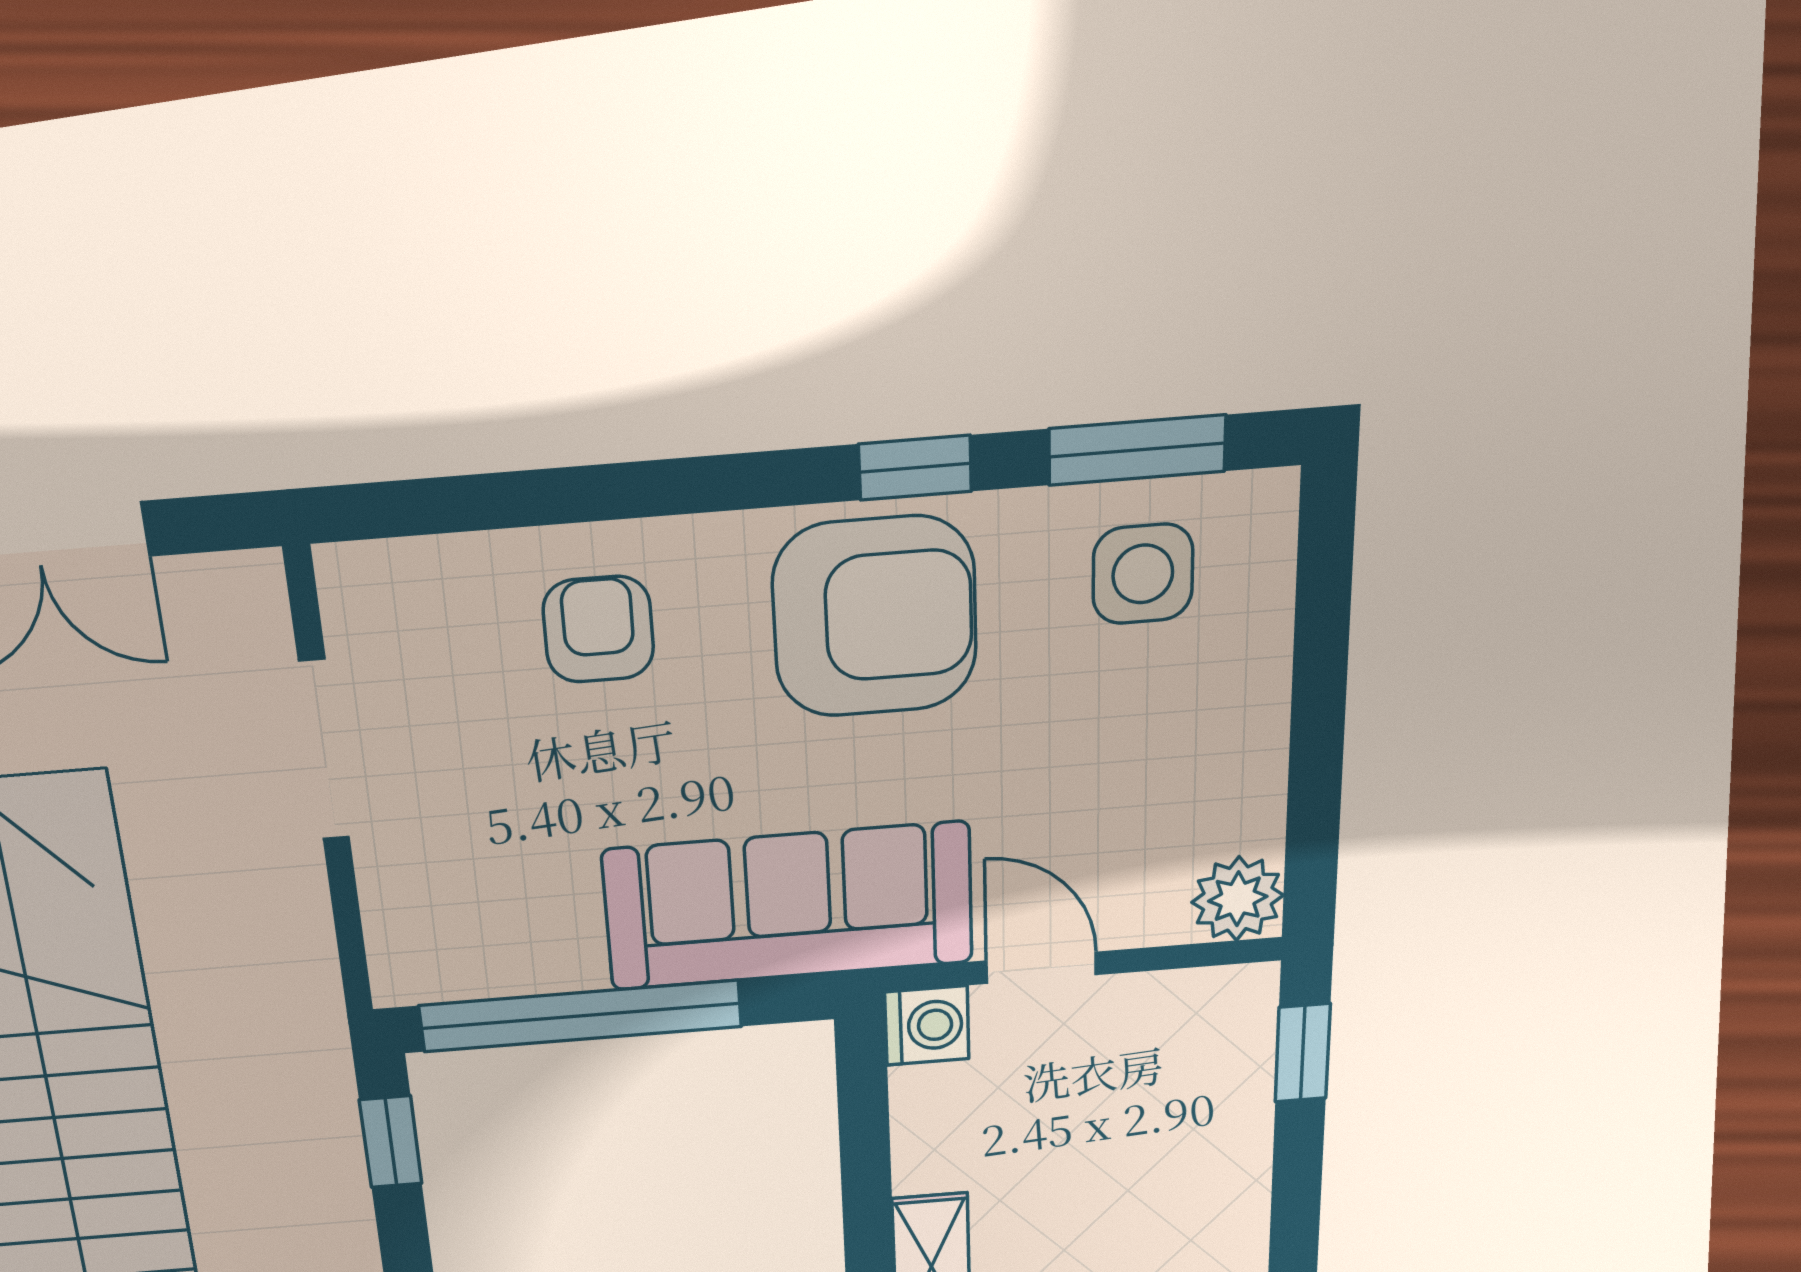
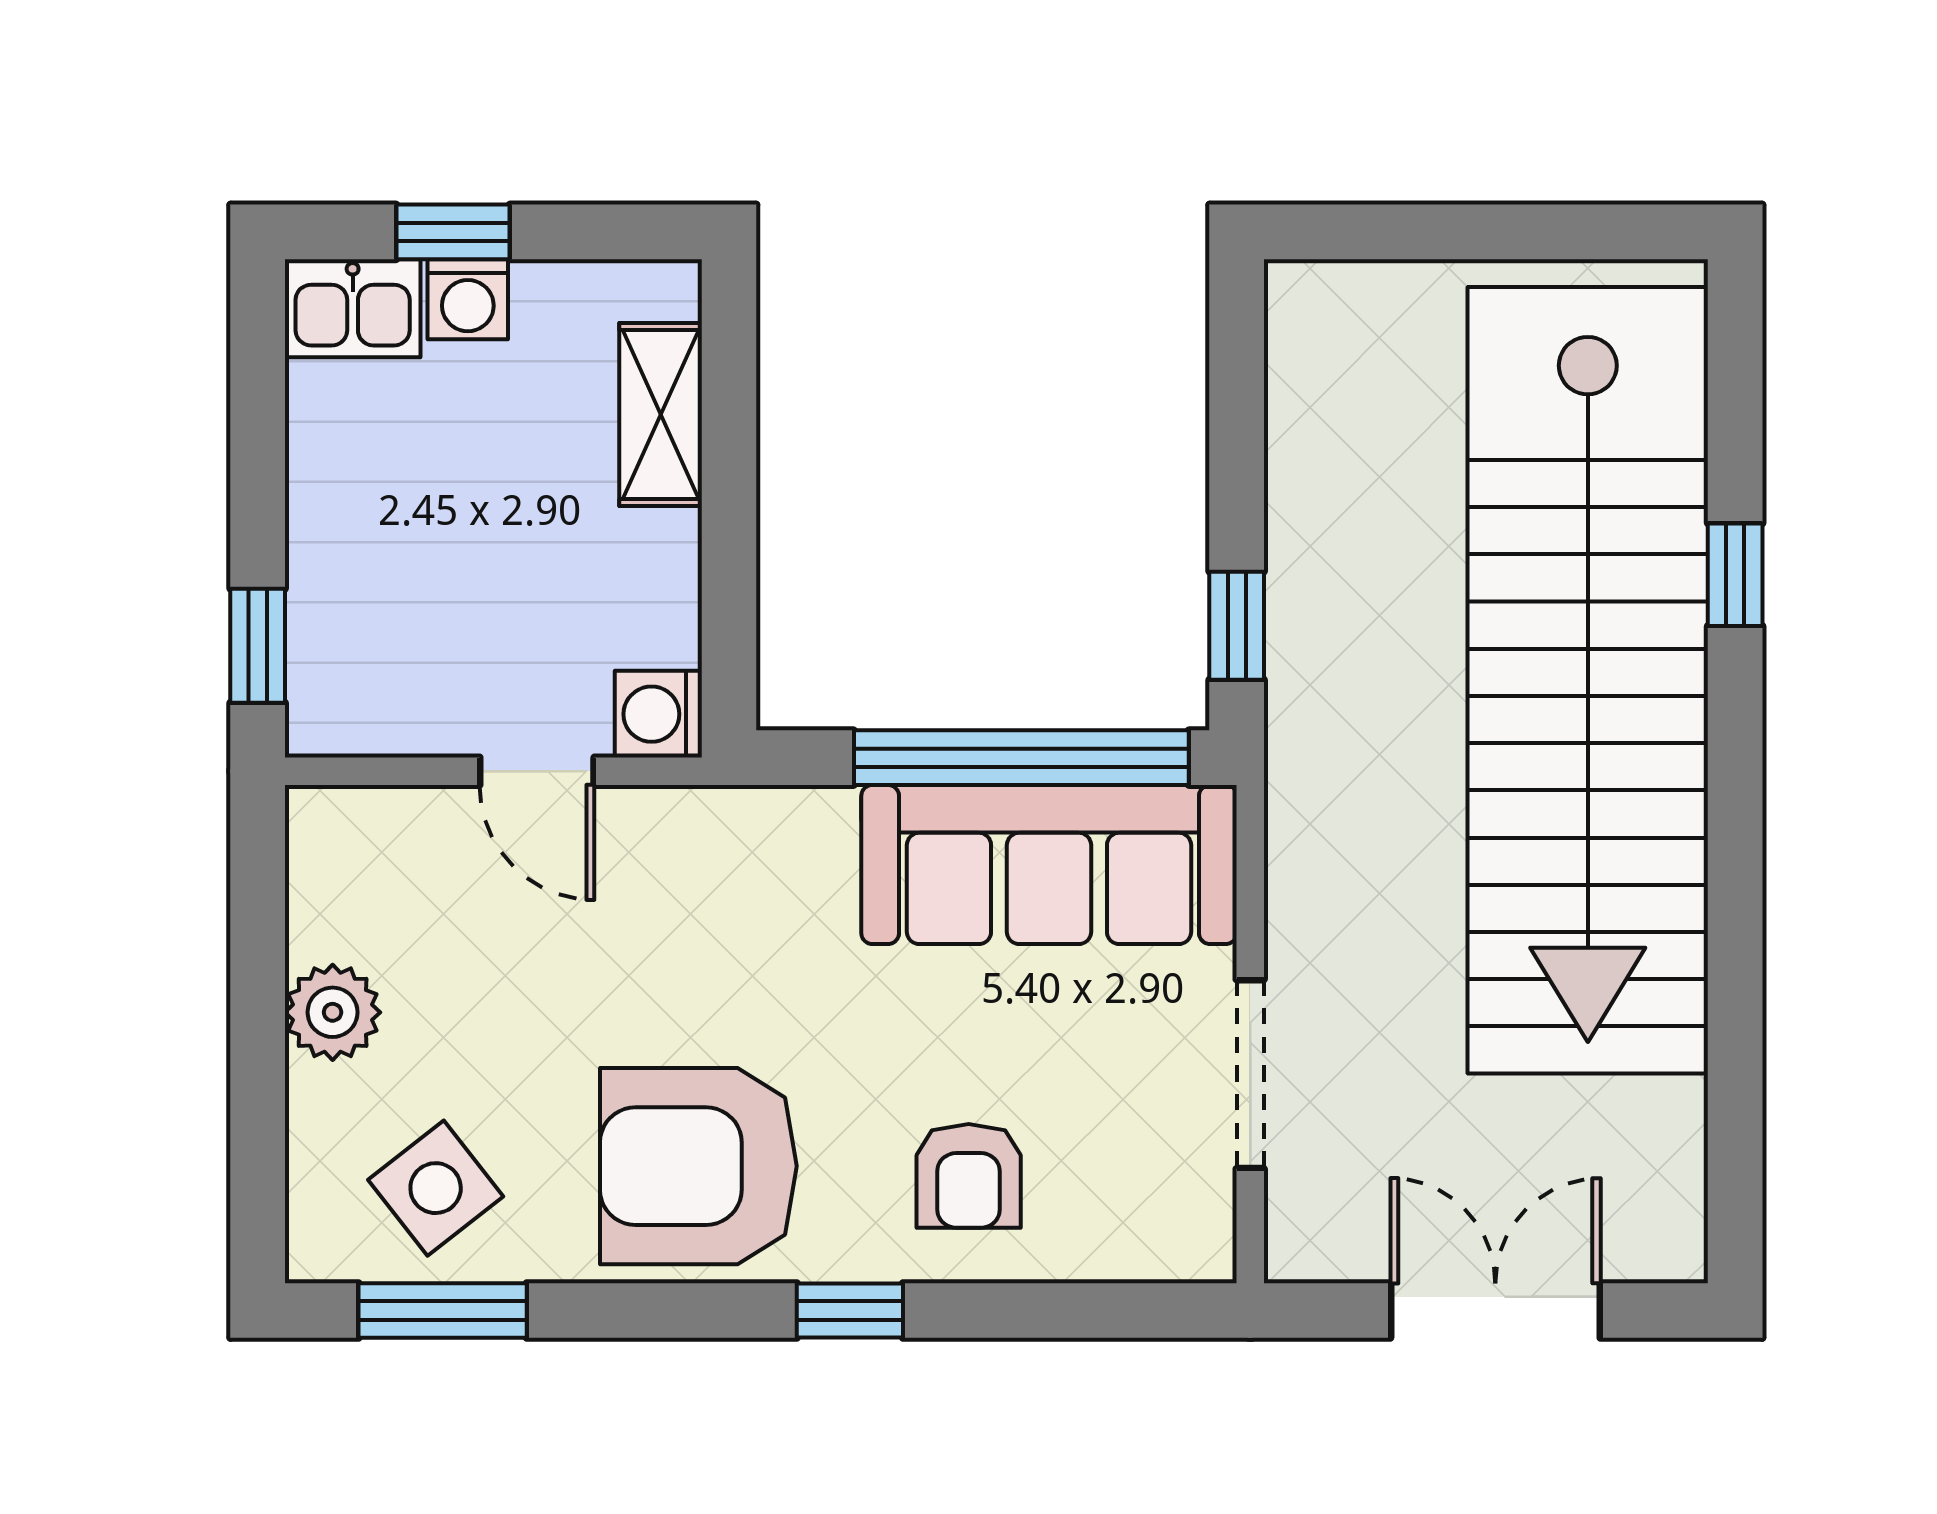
window: (915, 468) -> (850, 1311), moved
side table: (1143, 574) -> (436, 1188), turned -38
plant: (1238, 899) -> (333, 1012), moved
sofa: (789, 906) -> (1049, 865), moved

